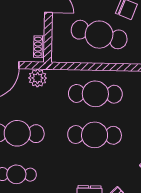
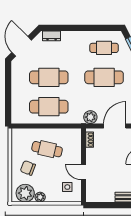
cafe table: (99, 35) -> (47, 149), width x0.73, depth x0.74

